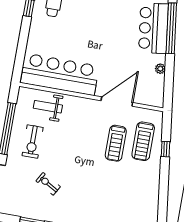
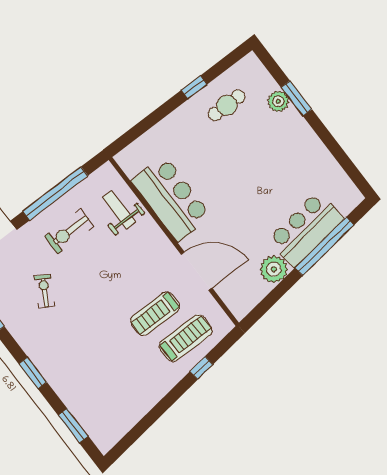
plant: (160, 69) -> (274, 269), width x1.87, depth x1.87
bar counter: (60, 74) -> (171, 199), width x0.73
treadmill: (143, 141) -> (186, 338), turned 180

